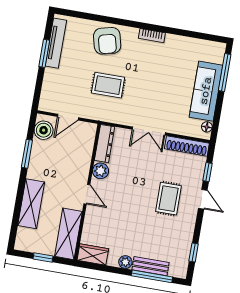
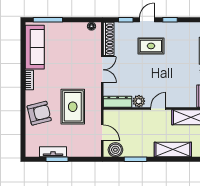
tv unit: (56, 43) -> (53, 152), width x0.71
rug: (108, 85) -> (73, 107), width x1.36, depth x1.43
sofa: (206, 91) -> (35, 47), moved, turned -90
window: (194, 253) -> (170, 20), moved

